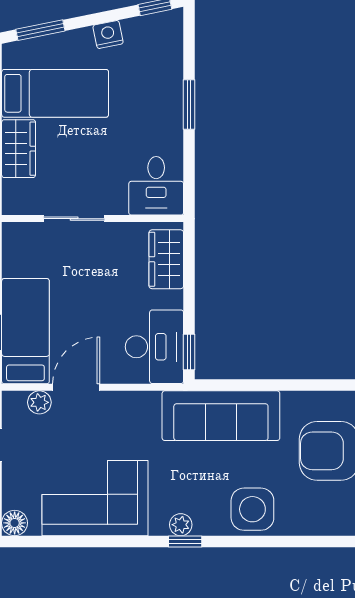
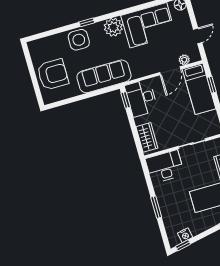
nightstand: (108, 35) -> (185, 235), moved
desk: (156, 186) -> (165, 167), width x1.37
plant: (181, 525) -> (113, 27), width x1.88, depth x1.88
window: (185, 541) -> (87, 22), moved

